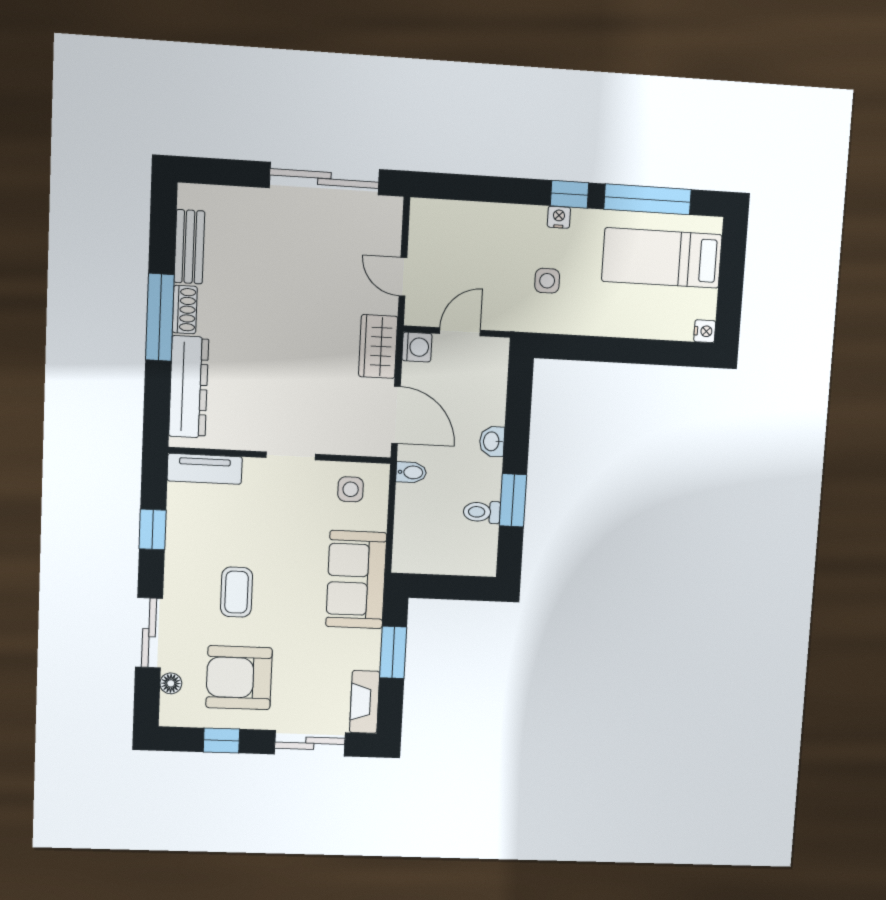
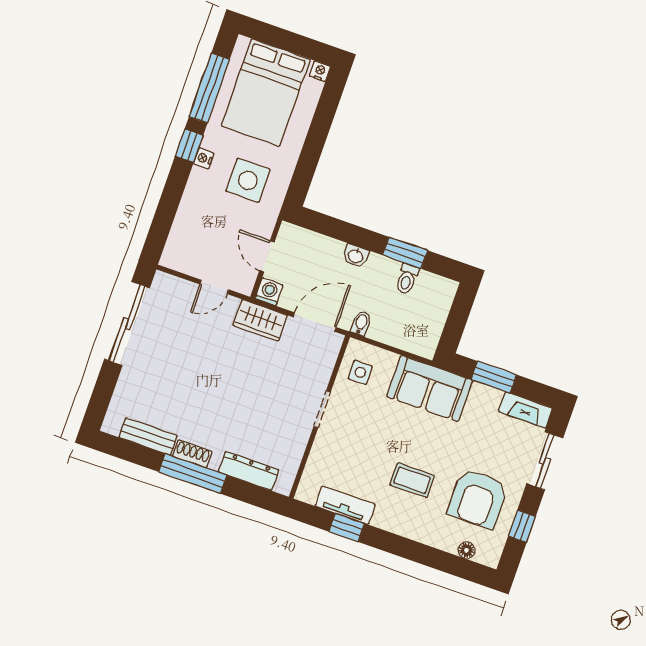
bed: (662, 258) -> (266, 92), width x1.50
side table: (547, 281) -> (248, 180), width x1.87, depth x1.87
dresser: (189, 387) -> (248, 471), width x0.73, depth x0.80
tv unit: (205, 469) -> (345, 505), moved, turned -90
sliding door: (149, 633) -> (423, 554), removed

